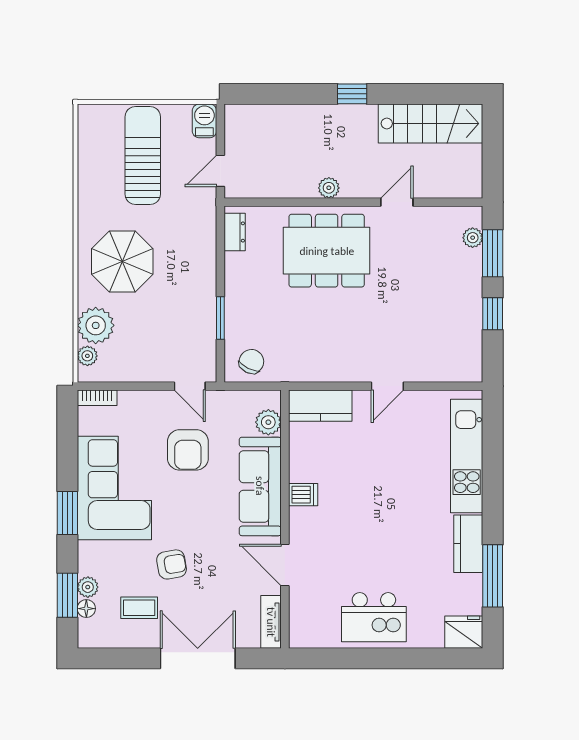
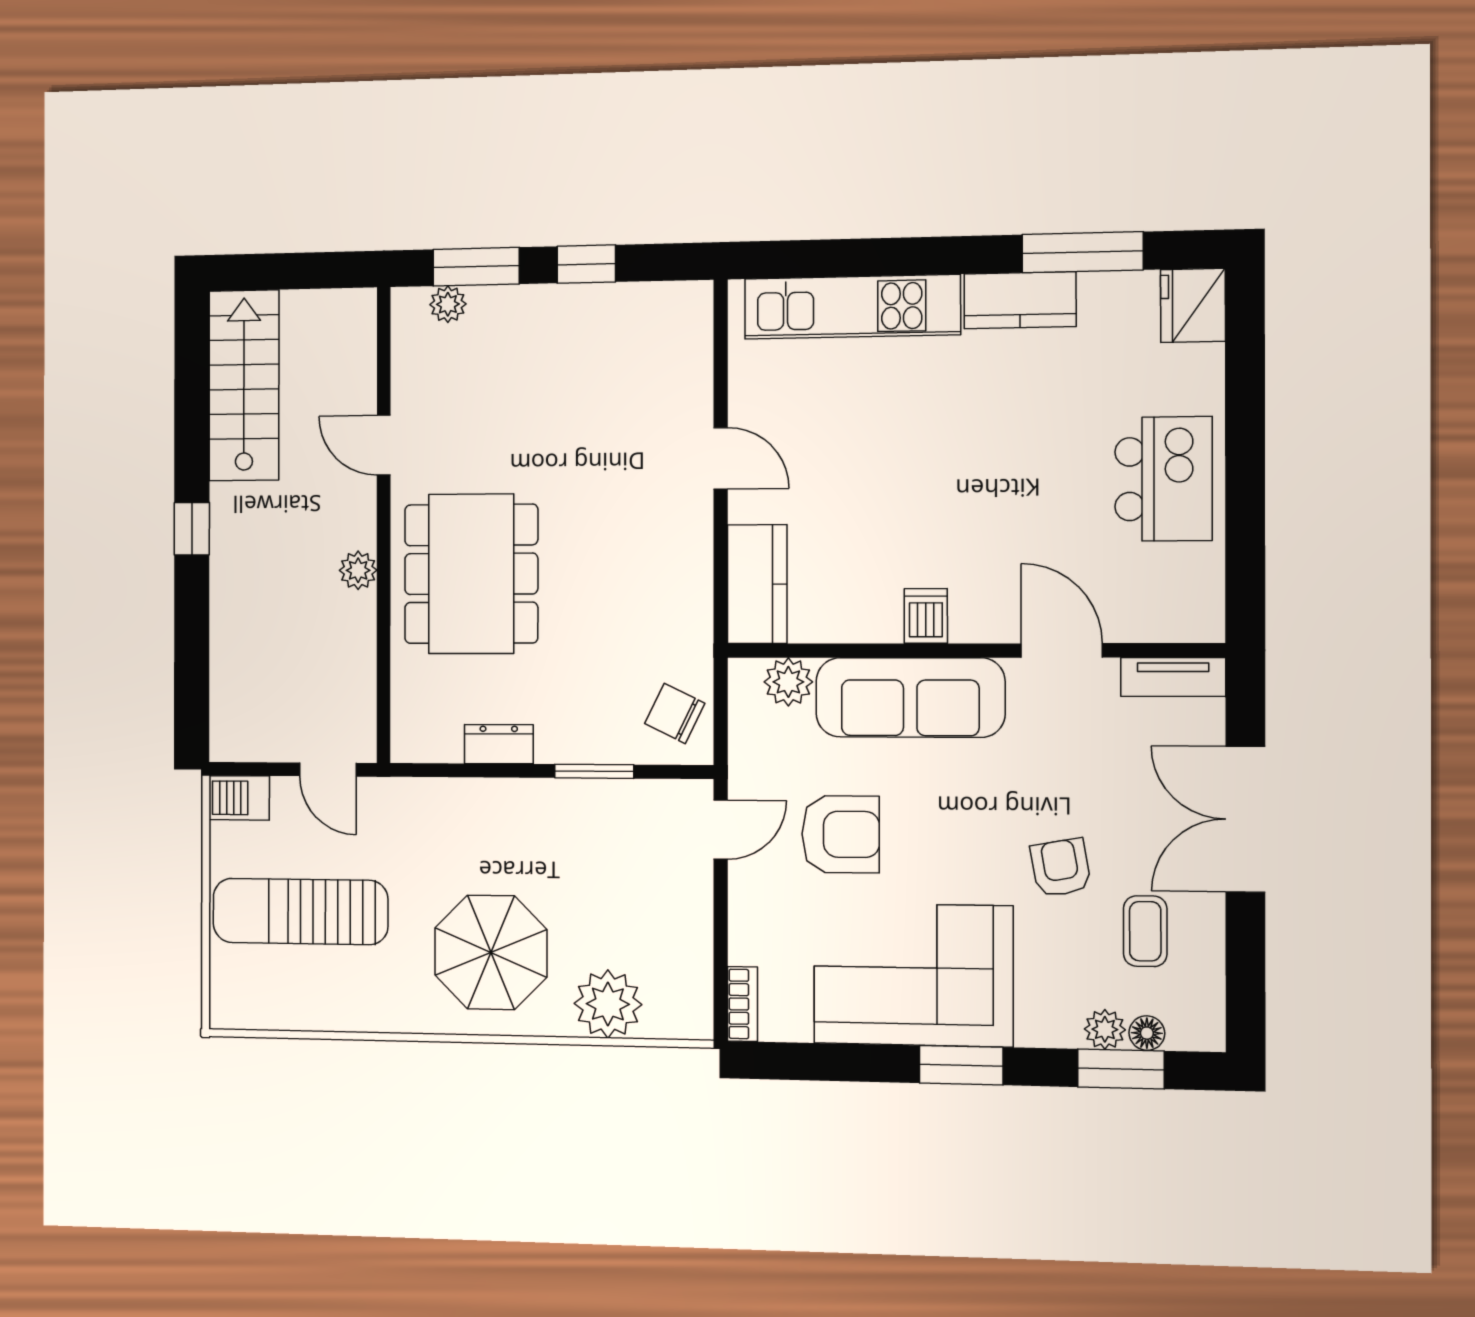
dresser: (235, 232) -> (499, 744), moved
plant: (87, 356) -> (664, 1021), removed
door: (285, 565) -> (1062, 650), swing flipped

